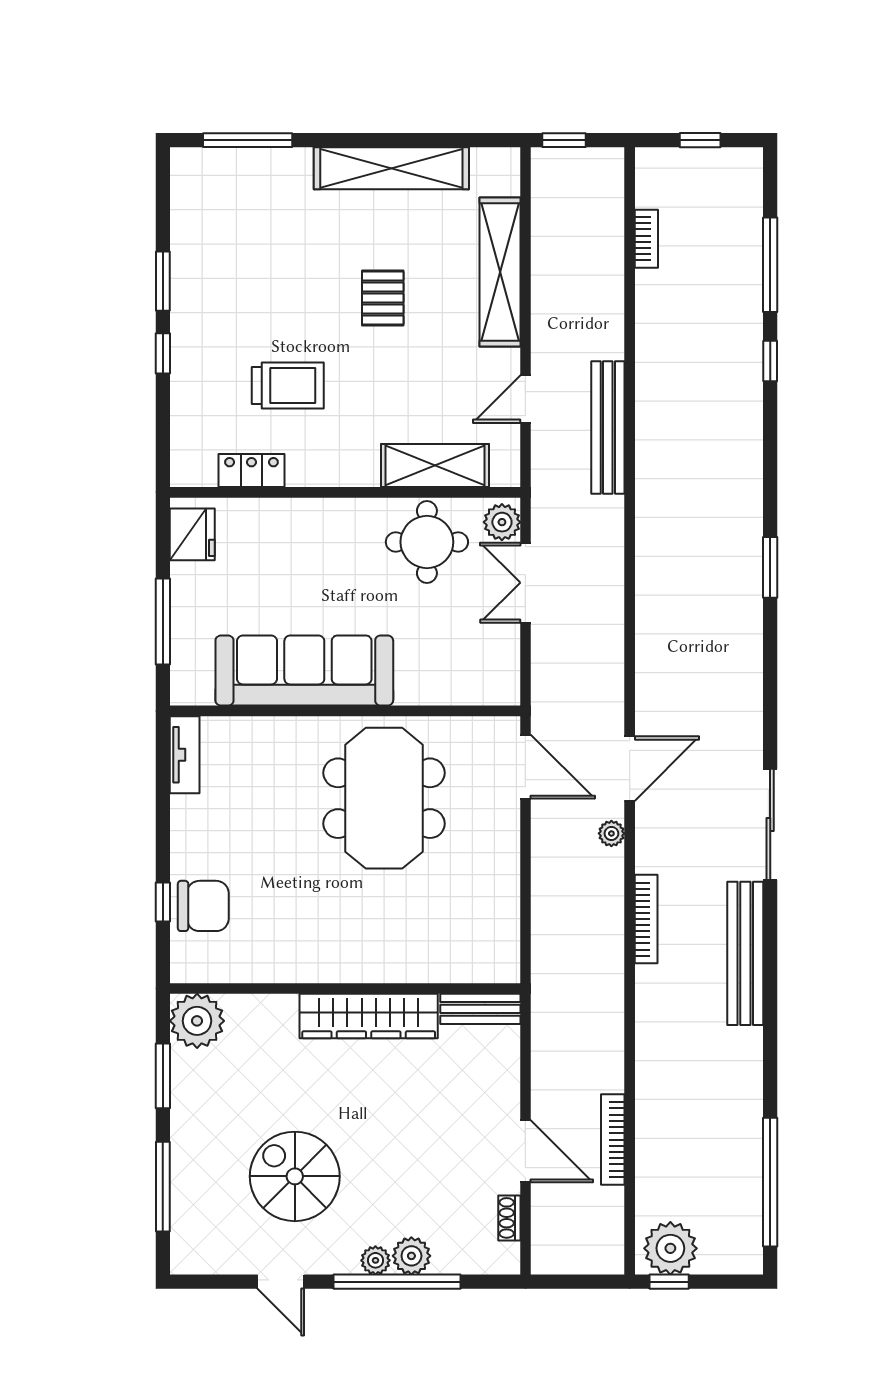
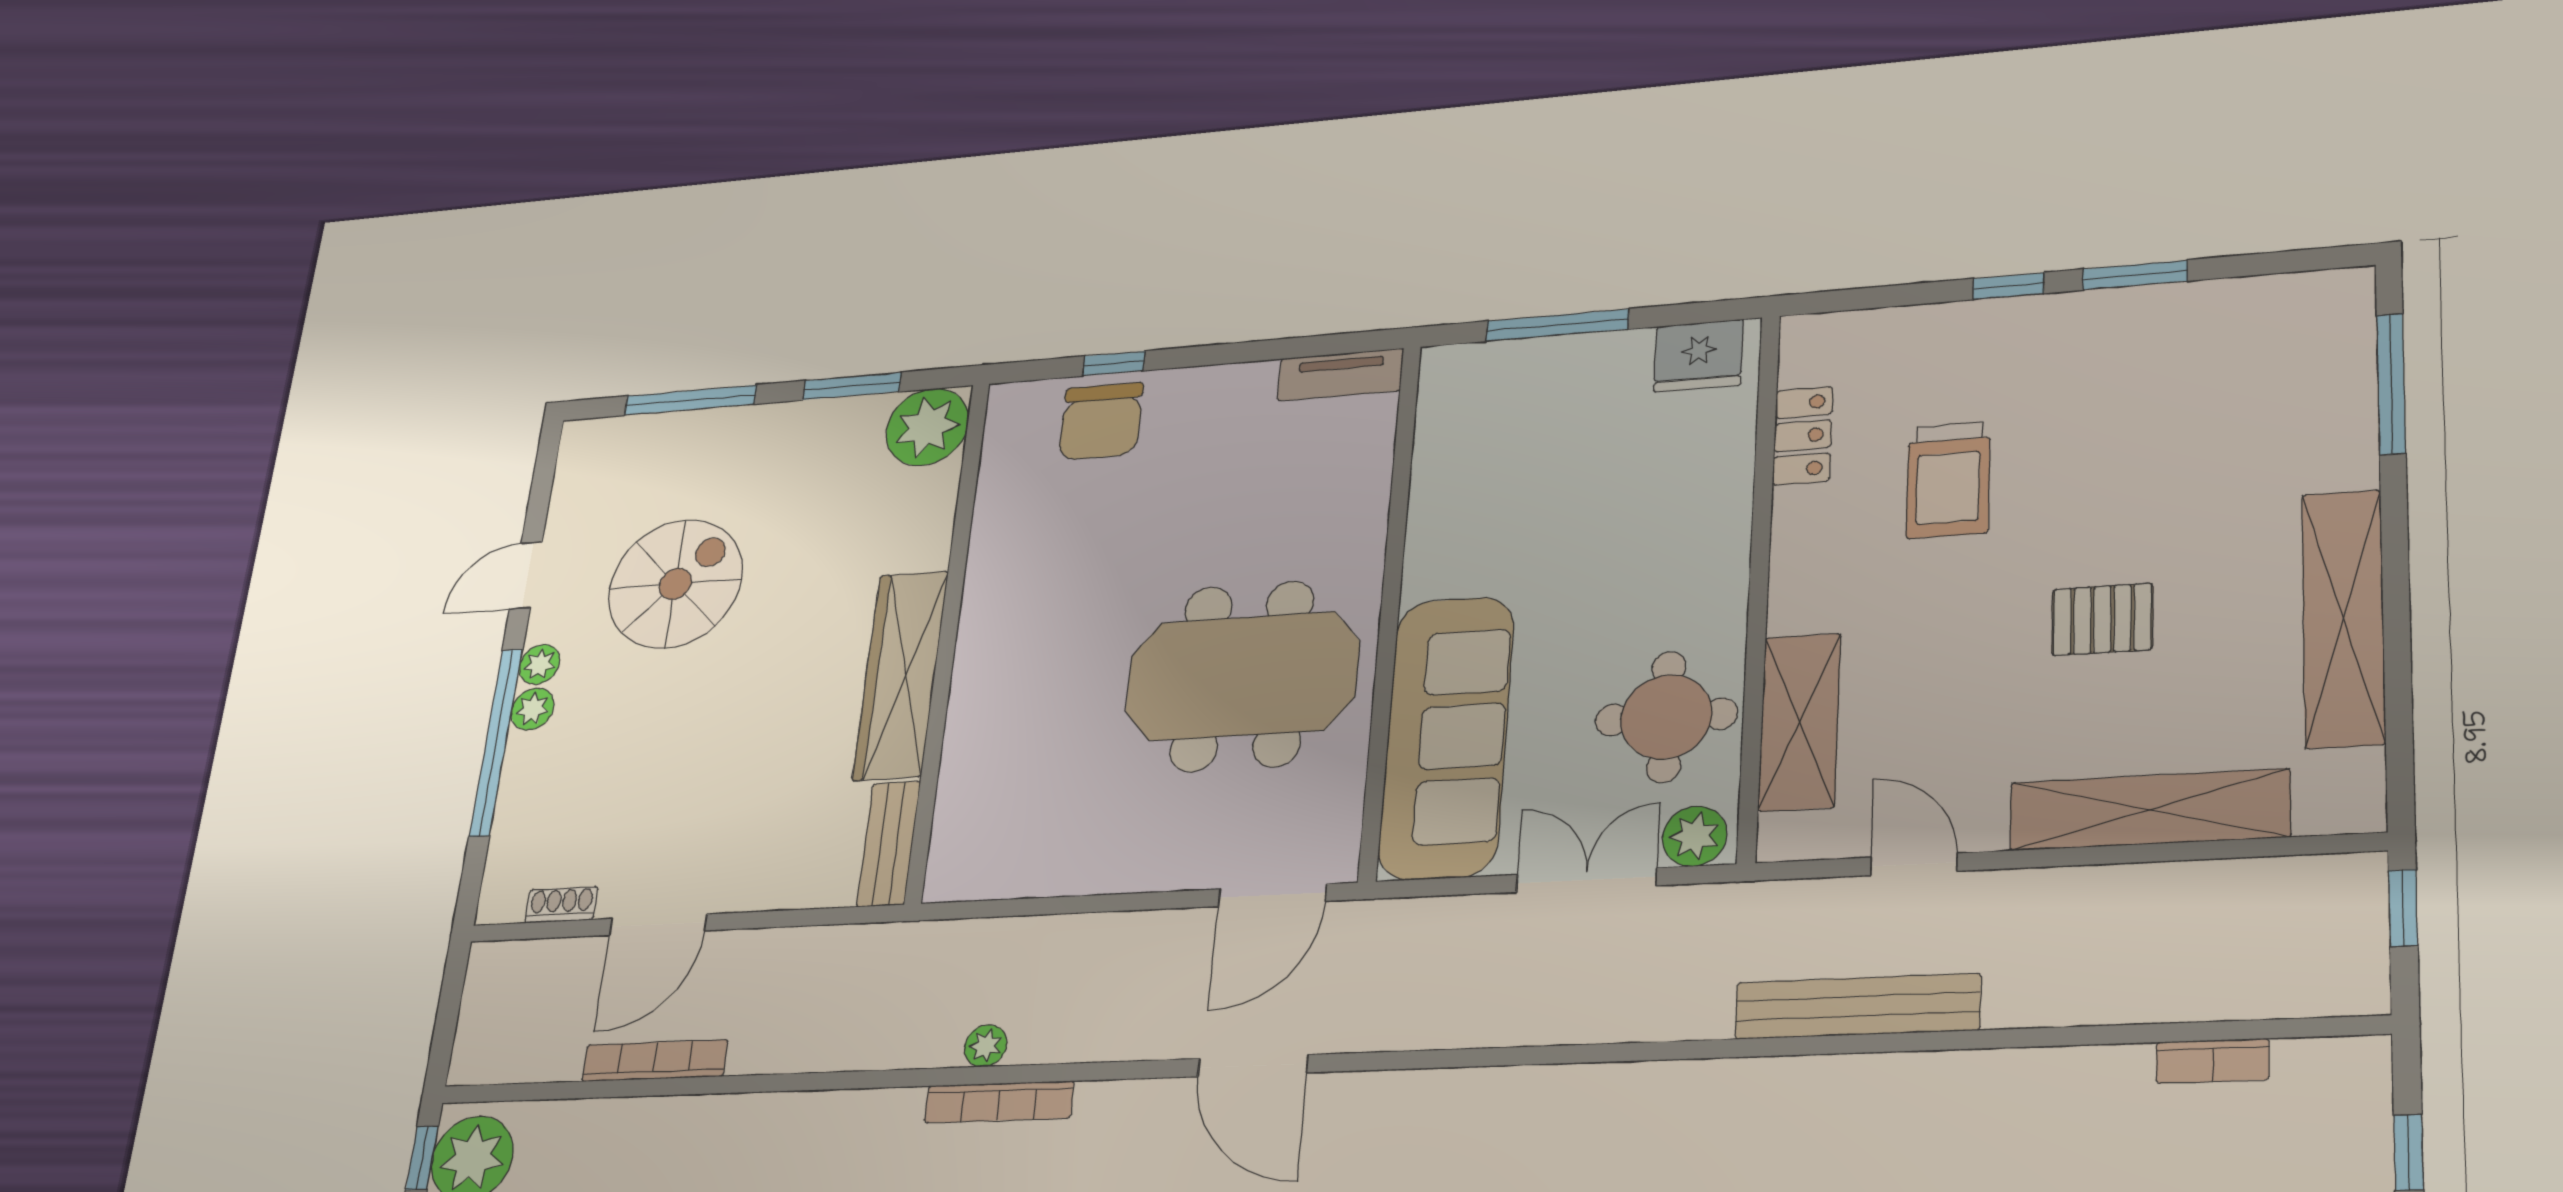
sofa: (304, 670) -> (1446, 737), moved
plant: (611, 833) -> (986, 1046), moved
plant: (411, 1256) -> (539, 664), moved, width x0.73, depth x0.73

